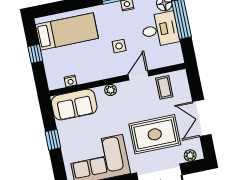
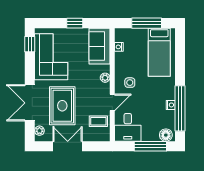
desk: (160, 29) -> (128, 127), moved
side table: (119, 46) -> (130, 83), moved
window: (35, 54) -> (147, 23), width x2.17
door: (138, 75) -> (112, 102), hinge flipped

